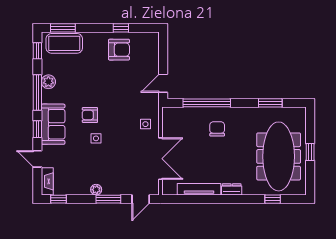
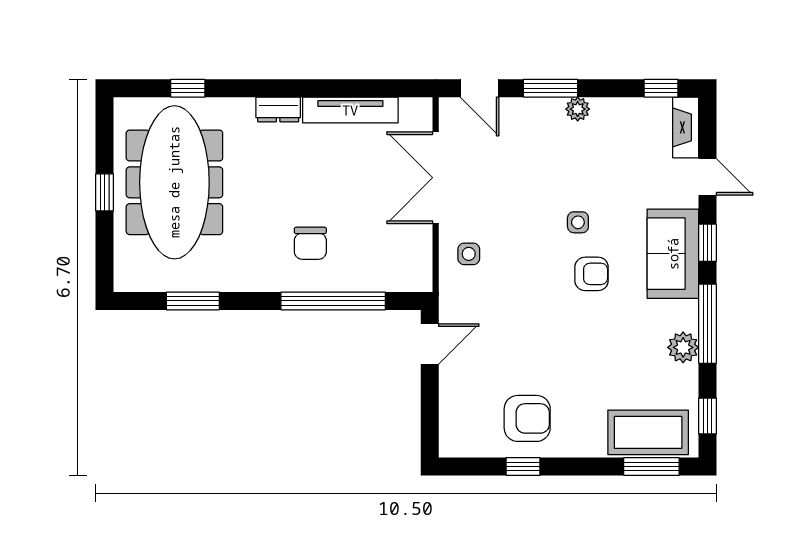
armchair: (119, 50) -> (527, 418), turned 180
door: (141, 199) -> (480, 88), swing flipped

